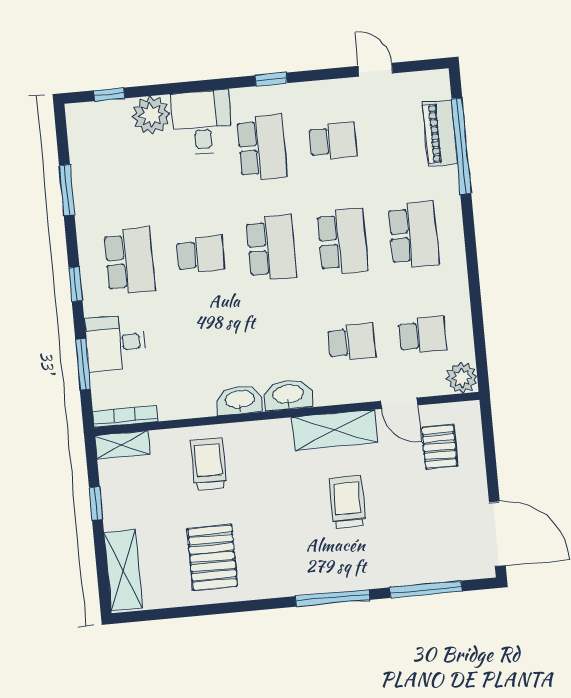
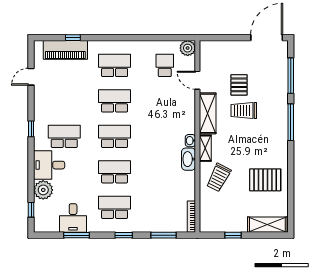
piano: (440, 133) -> (65, 50), width x1.37, depth x1.33
school desk: (333, 141) -> (64, 101), removed
window: (461, 146) -> (73, 38), width x0.32
school desk: (201, 254) -> (115, 172), width x1.85
school desk: (352, 342) -> (165, 101), removed
desk: (116, 343) -> (73, 218), moved
washbasin: (288, 395) -> (190, 141), width x0.52, depth x0.69
door: (399, 403) -> (197, 80), swing flipped
shelving: (122, 445) -> (205, 148), moved
pallet: (440, 447) -> (239, 85), moved, turned 90
trolley: (208, 464) -> (219, 178), turned -63

